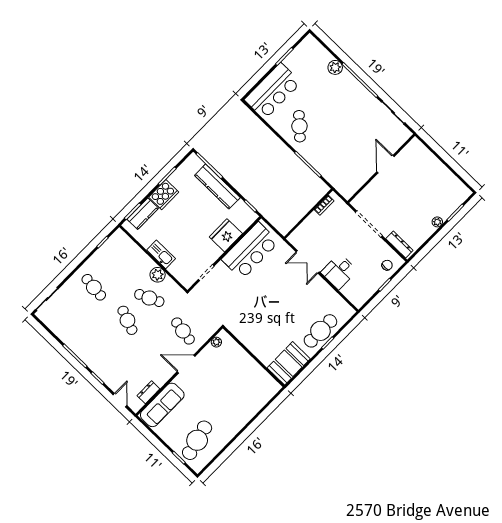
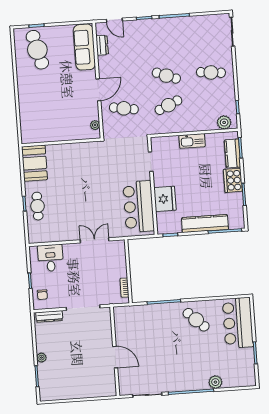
desk: (339, 271) -> (51, 258), moved
plant: (158, 275) -> (224, 122), moved
cafe table: (320, 331) -> (38, 206), width x0.73, depth x0.74

